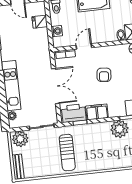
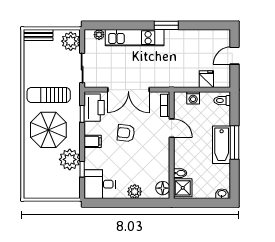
armchair: (104, 75) -> (126, 133), moved
filing cabinet: (97, 112) -> (93, 141), width x0.50
parasol: (97, 149) -> (48, 130), added

